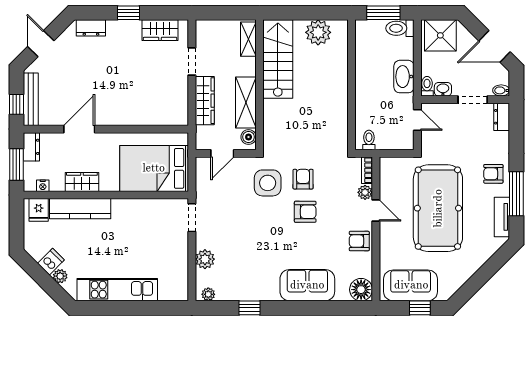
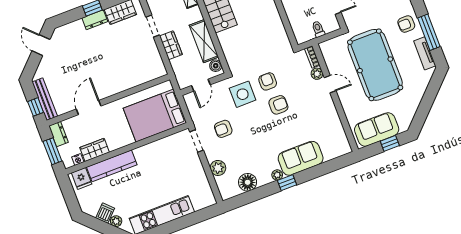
dresser: (91, 28) -> (95, 20), moved
door: (41, 44) -> (41, 45), moved
wardrobe: (205, 101) -> (171, 45), width x0.67
toilet: (369, 140) -> (318, 29), moved
wardrobe: (82, 182) -> (95, 150), moved
armchair: (359, 241) -> (223, 129), moved
floor lamp: (361, 290) -> (248, 182), moved
plant: (208, 294) -> (277, 175), moved
window: (249, 308) -> (287, 183), moved

